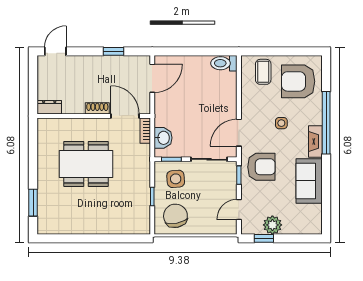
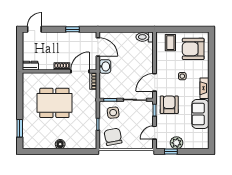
door: (152, 78) -> (98, 47), hinge flipped
door: (125, 116) -> (80, 71), hinge flipped
window: (326, 123) -> (212, 76), removed
washbasin: (163, 138) -> (105, 66), moved
armchair: (261, 167) -> (169, 105), turned -90
floor lamp: (95, 227) -> (60, 144), added

